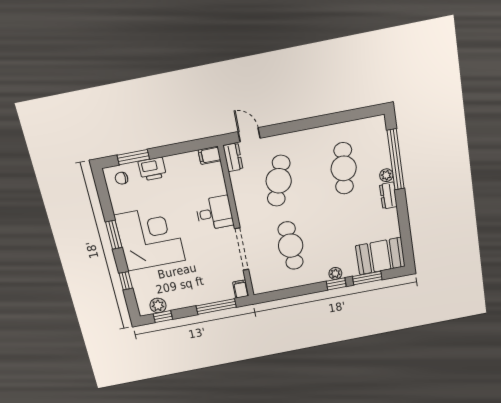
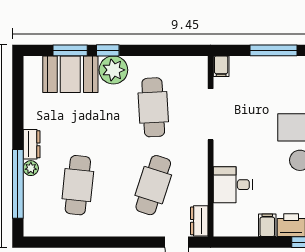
filing cabinet: (210, 155) -> (267, 225), moved, turned -90
desk: (214, 213) -> (233, 185), moved
booth: (380, 256) -> (70, 74), moved
plant: (335, 273) -> (113, 70), width x1.88, depth x1.88
window: (216, 307) -> (274, 50), moved

